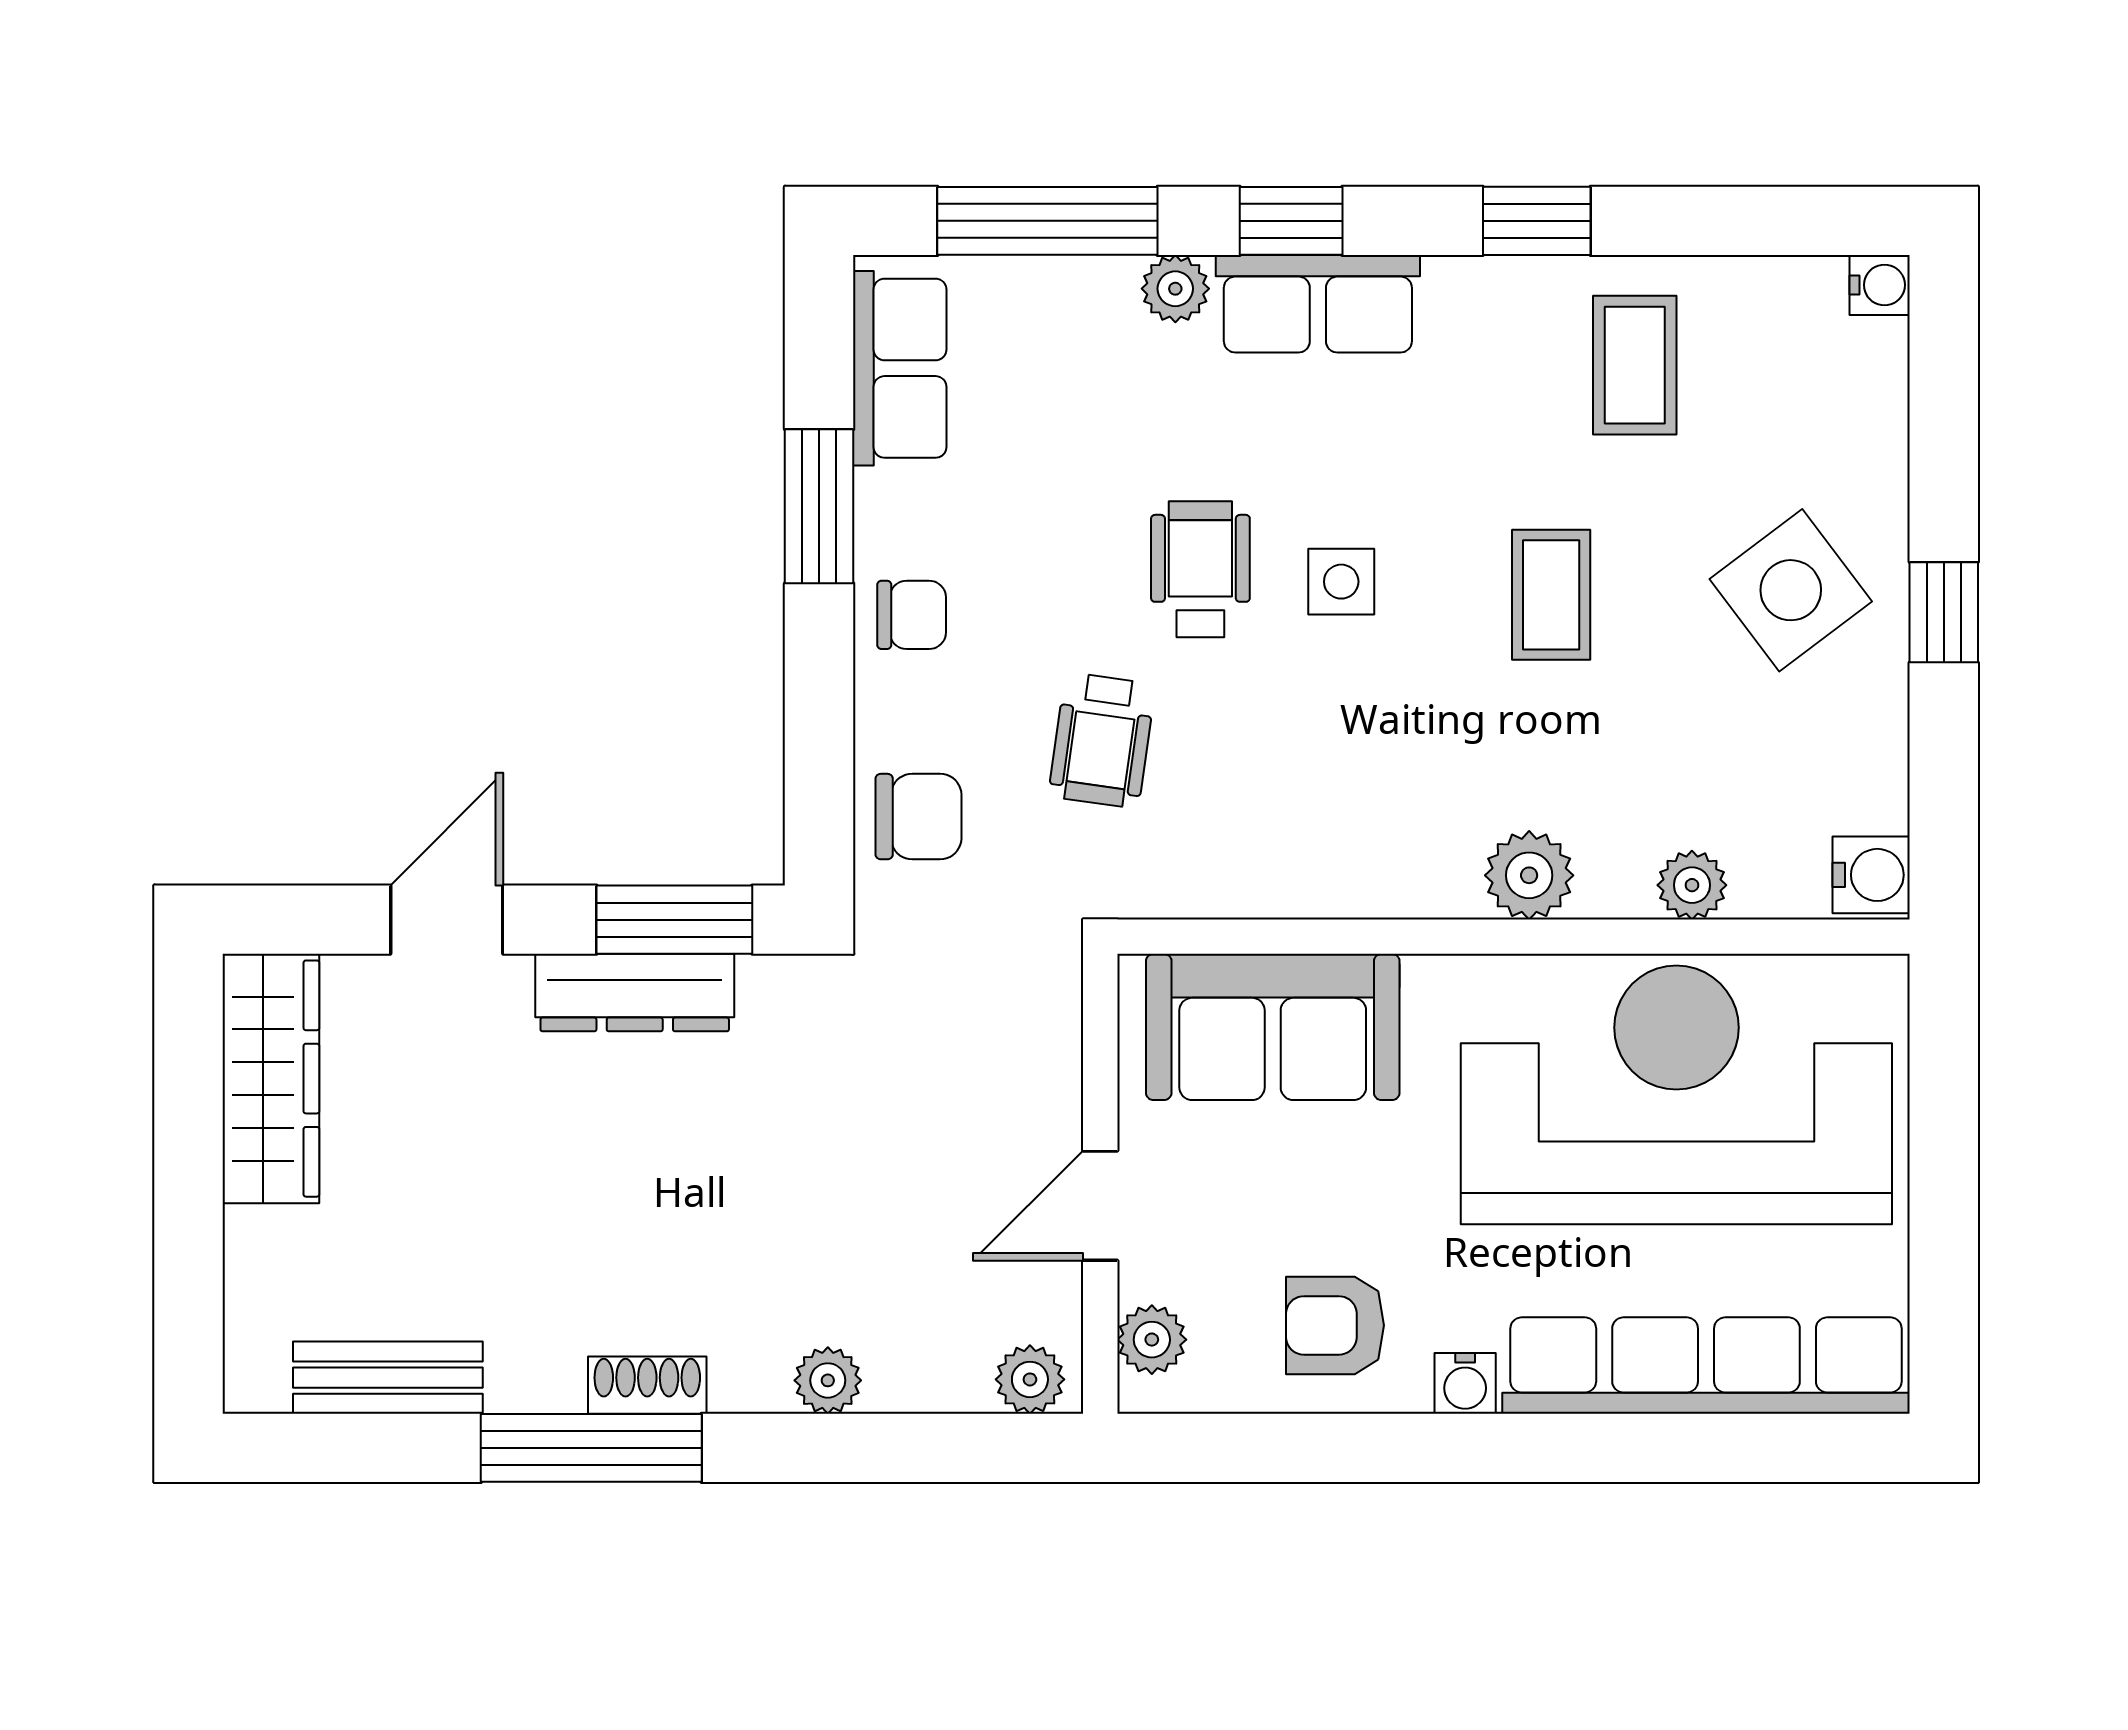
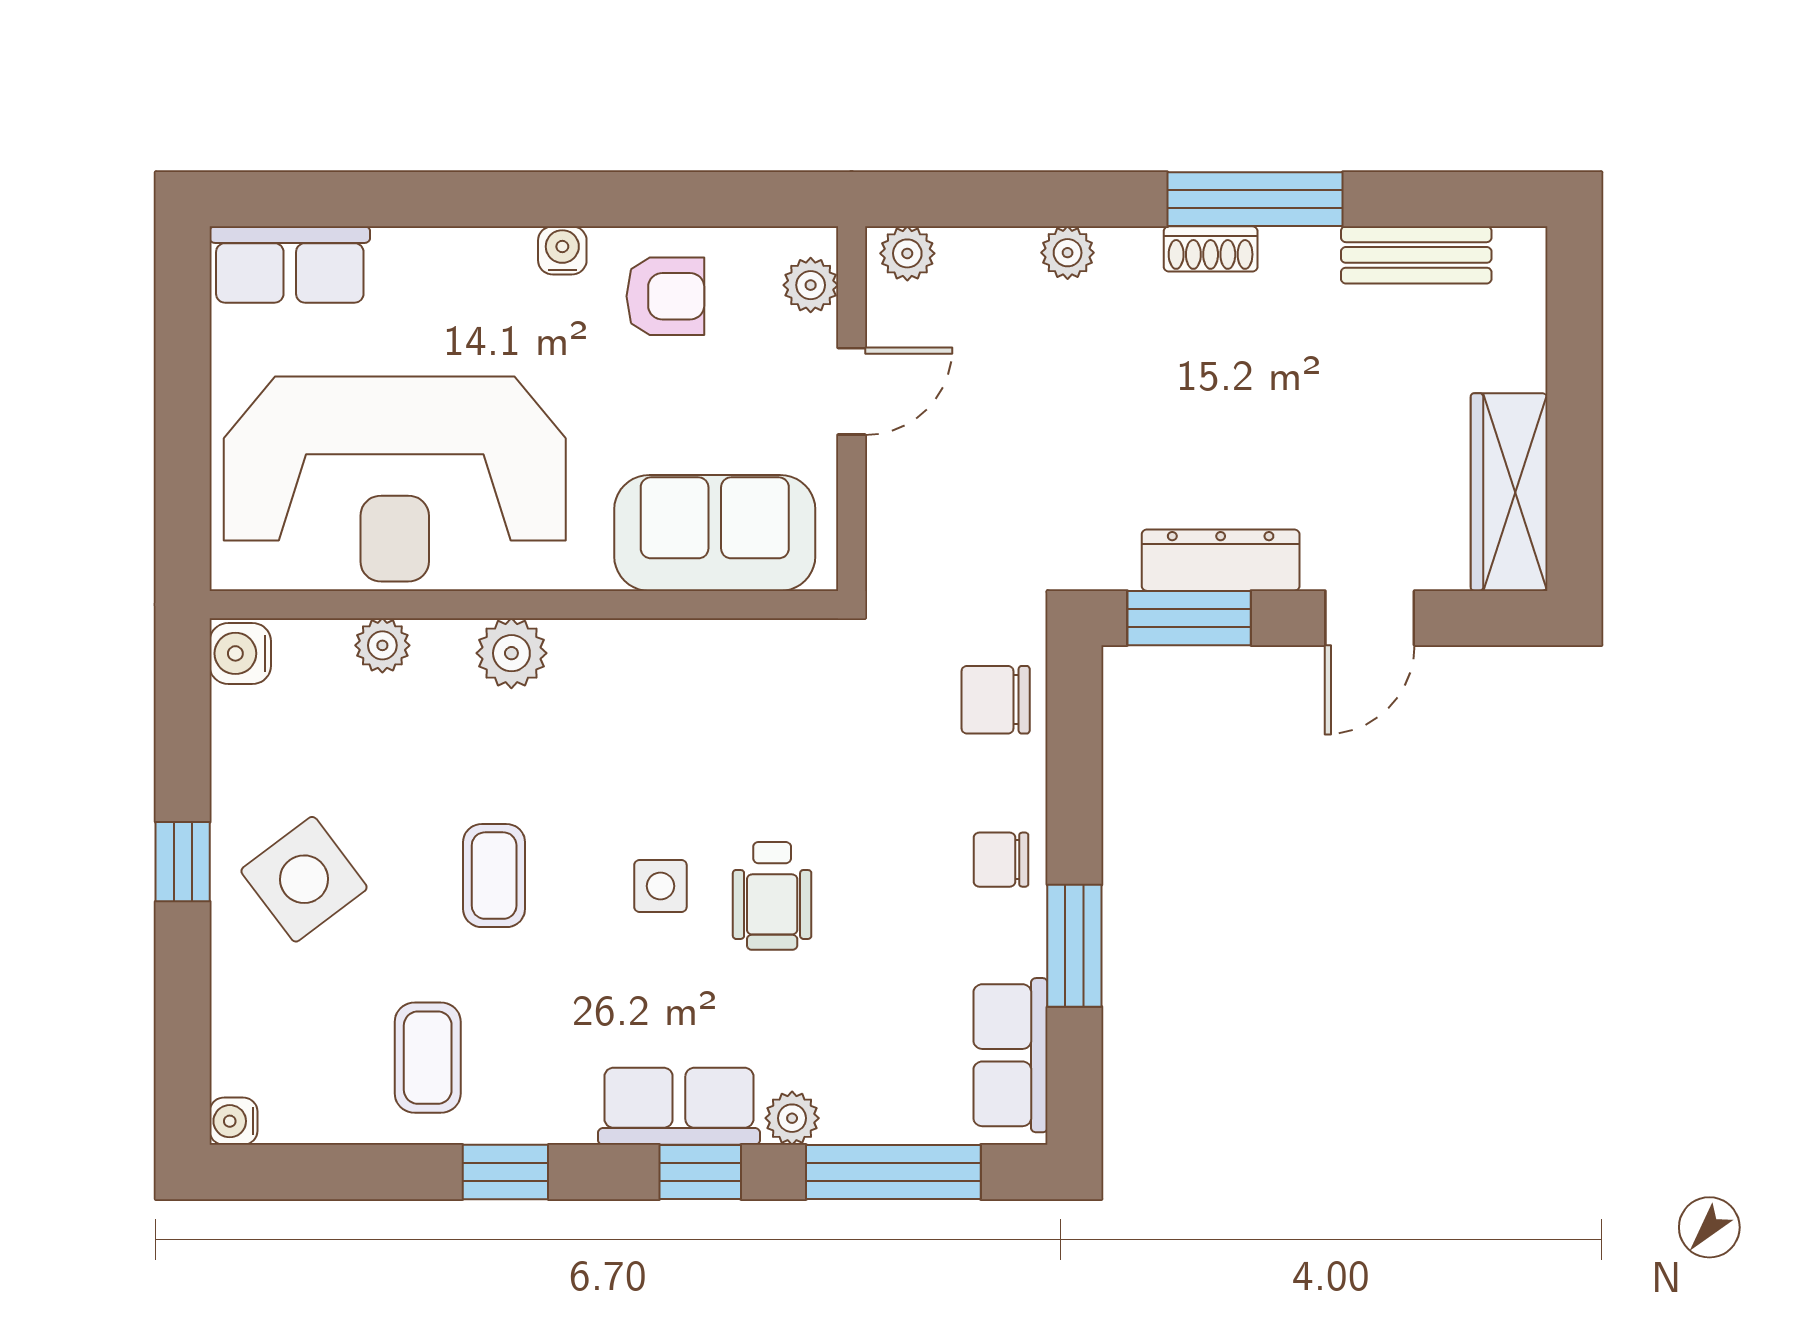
wheelchair: (1102, 740) -> (850, 760), removed
row of seats: (1706, 1366) -> (290, 264), width x0.50

